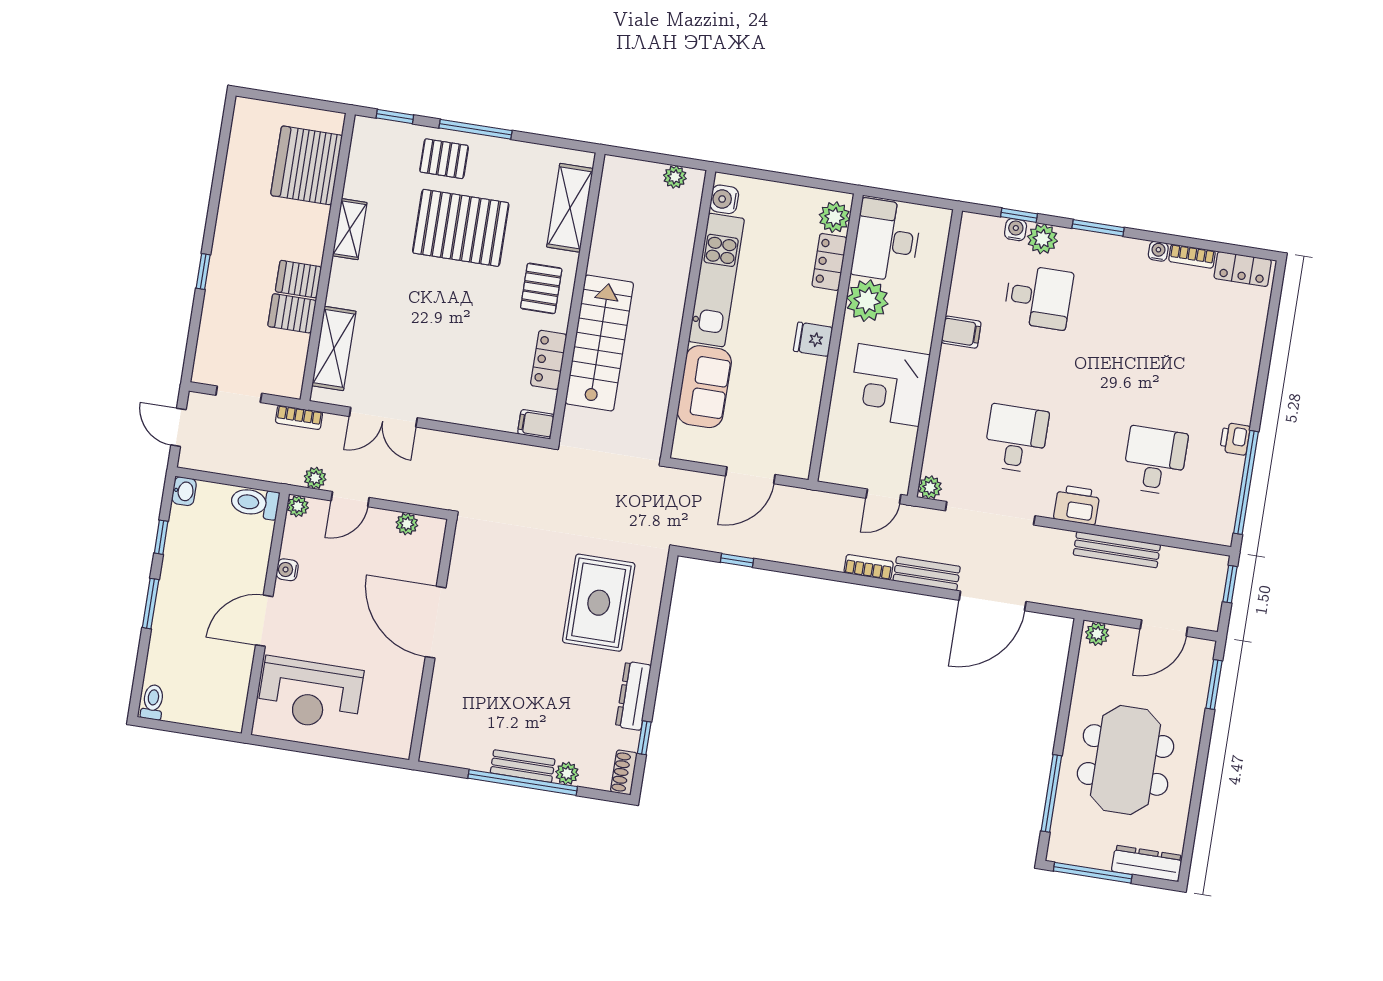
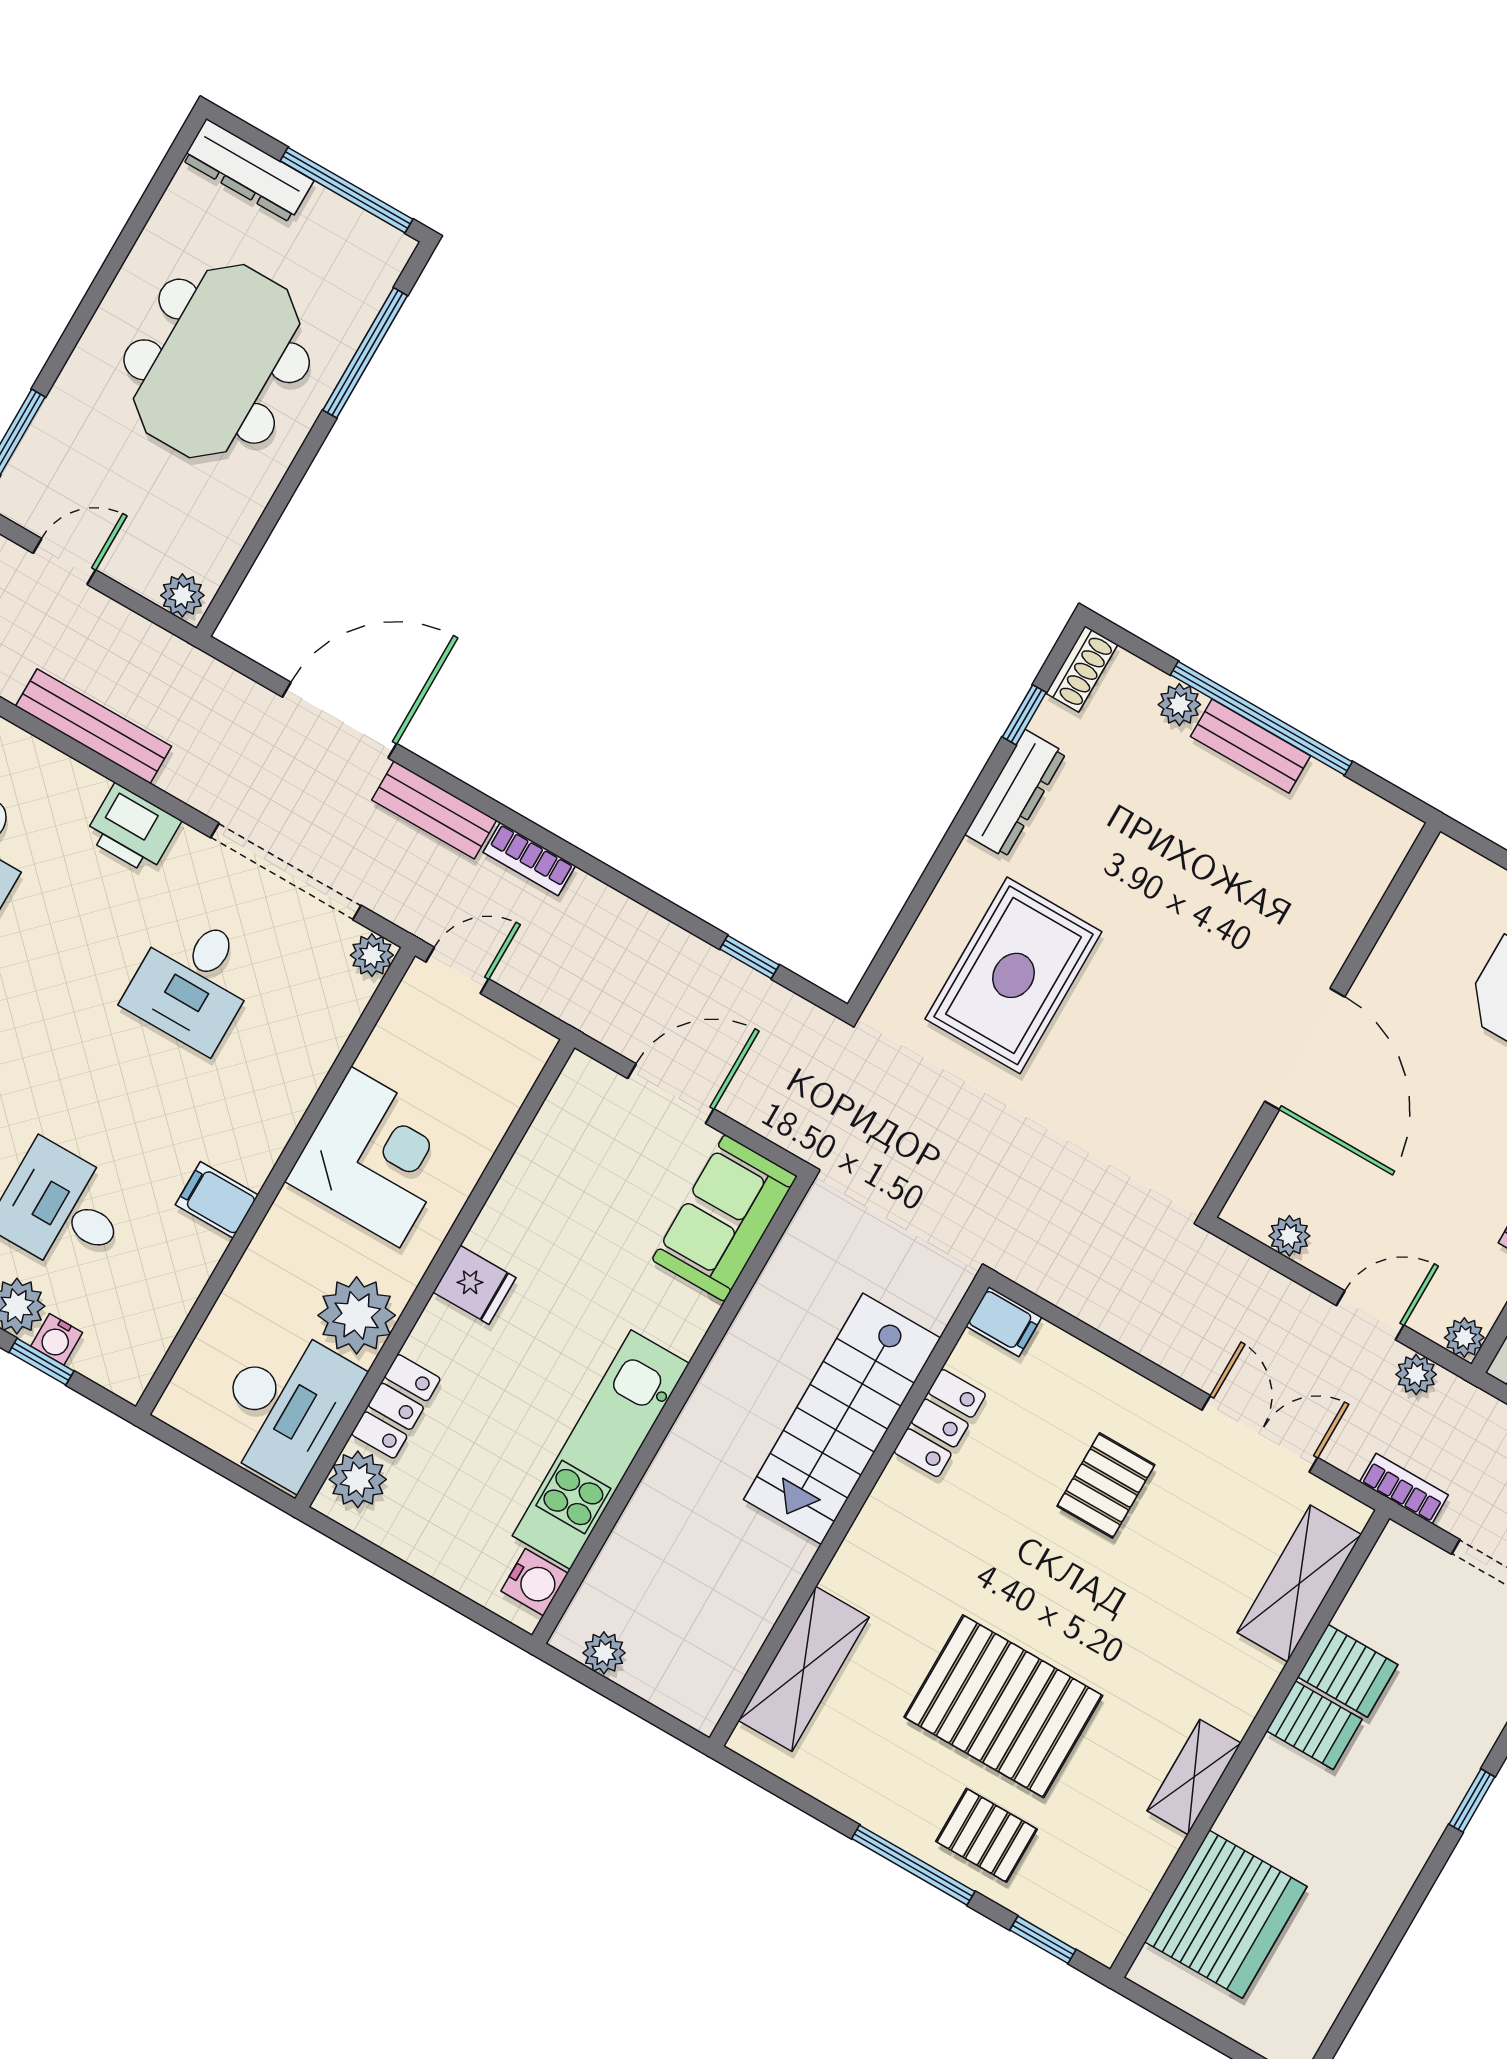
pallet: (541, 288) -> (1106, 1485), moved
sofa: (704, 387) -> (725, 1218), moved
door: (1164, 628) -> (64, 561), width x0.73

